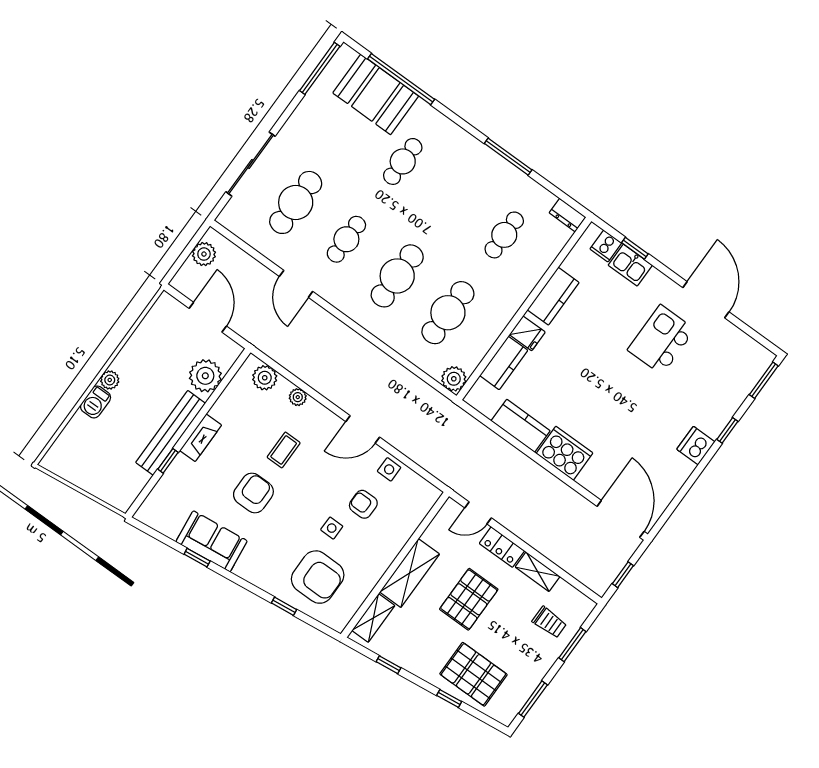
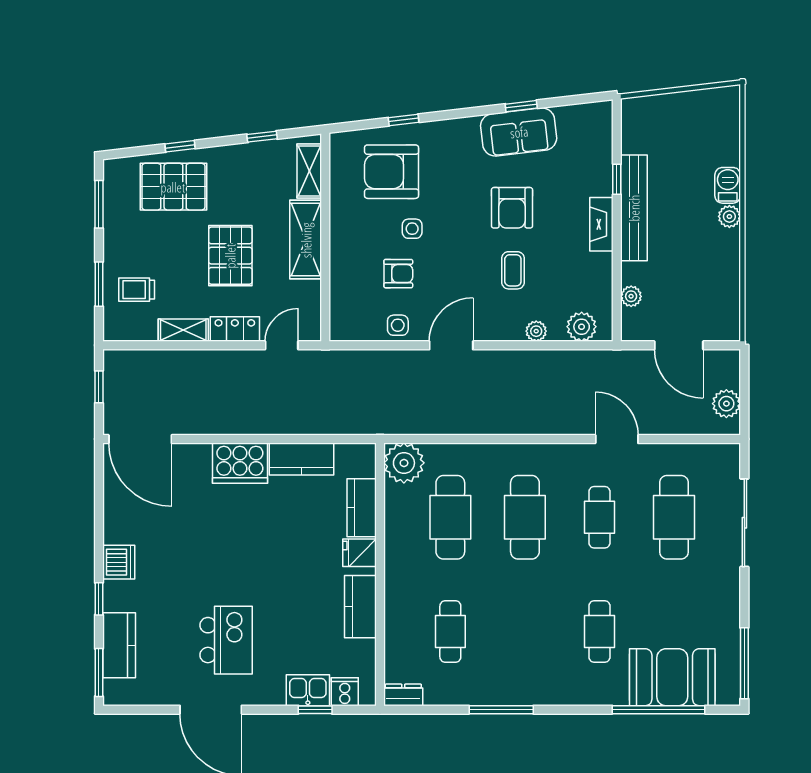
plant: (205, 376) -> (631, 296), width x0.53, depth x0.53
plant: (454, 379) -> (404, 463), width x1.36, depth x1.36
kitchen counter: (737, 389) -> (119, 645), added

